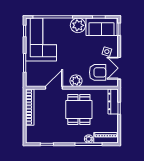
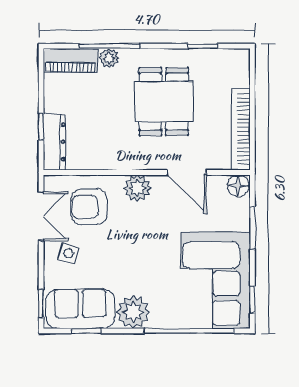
floor lamp: (31, 82) -> (238, 186), added
door: (54, 88) -> (187, 172), hinge flipped
dining table: (79, 110) -> (164, 101), moved

